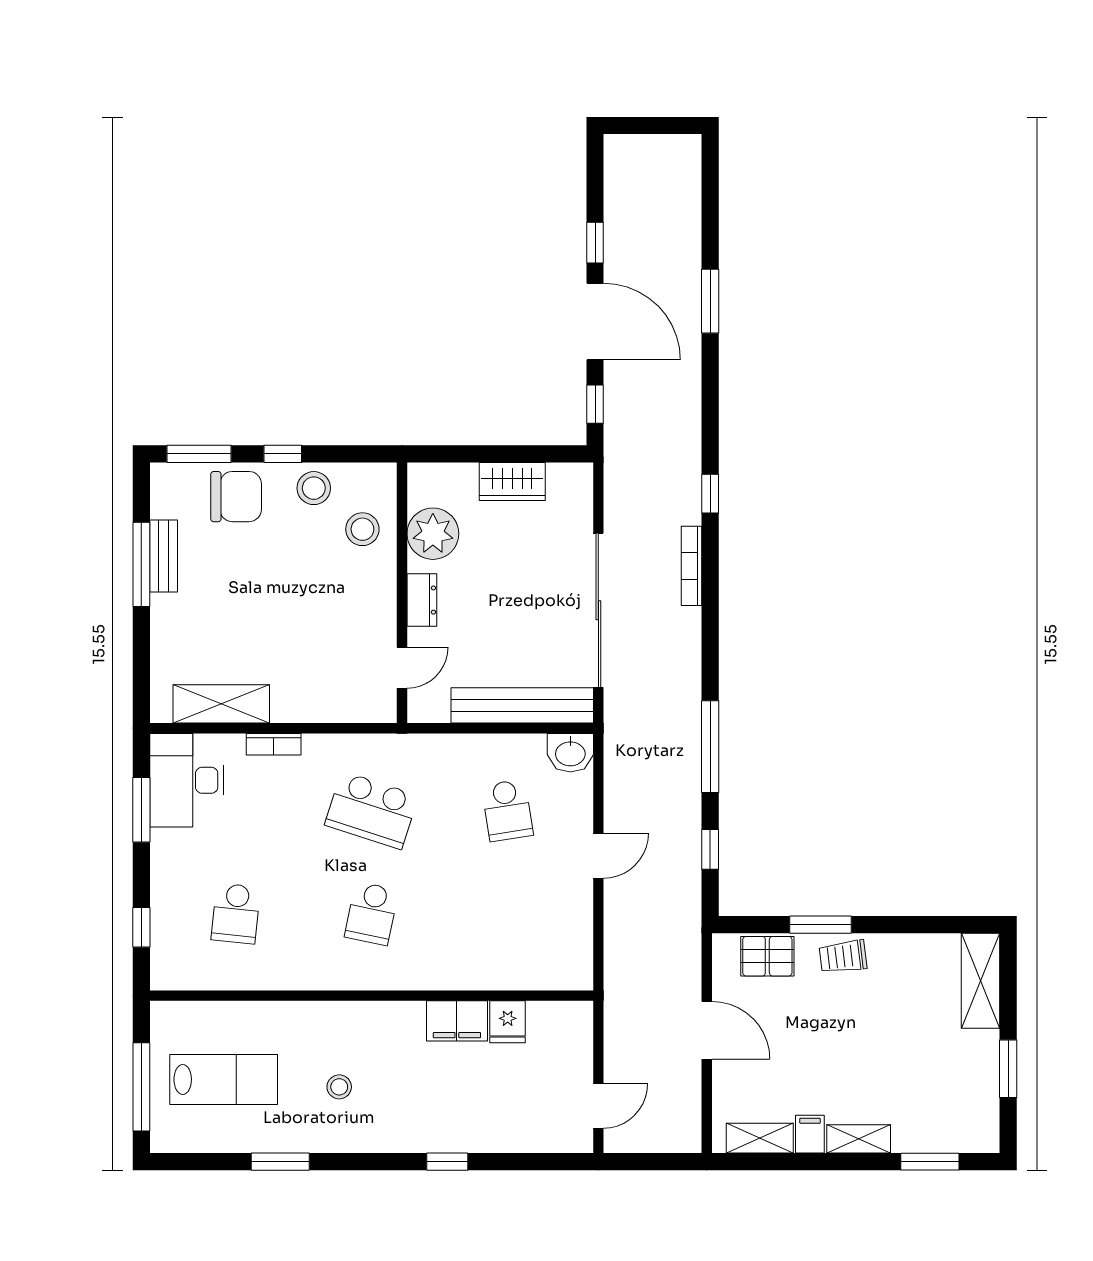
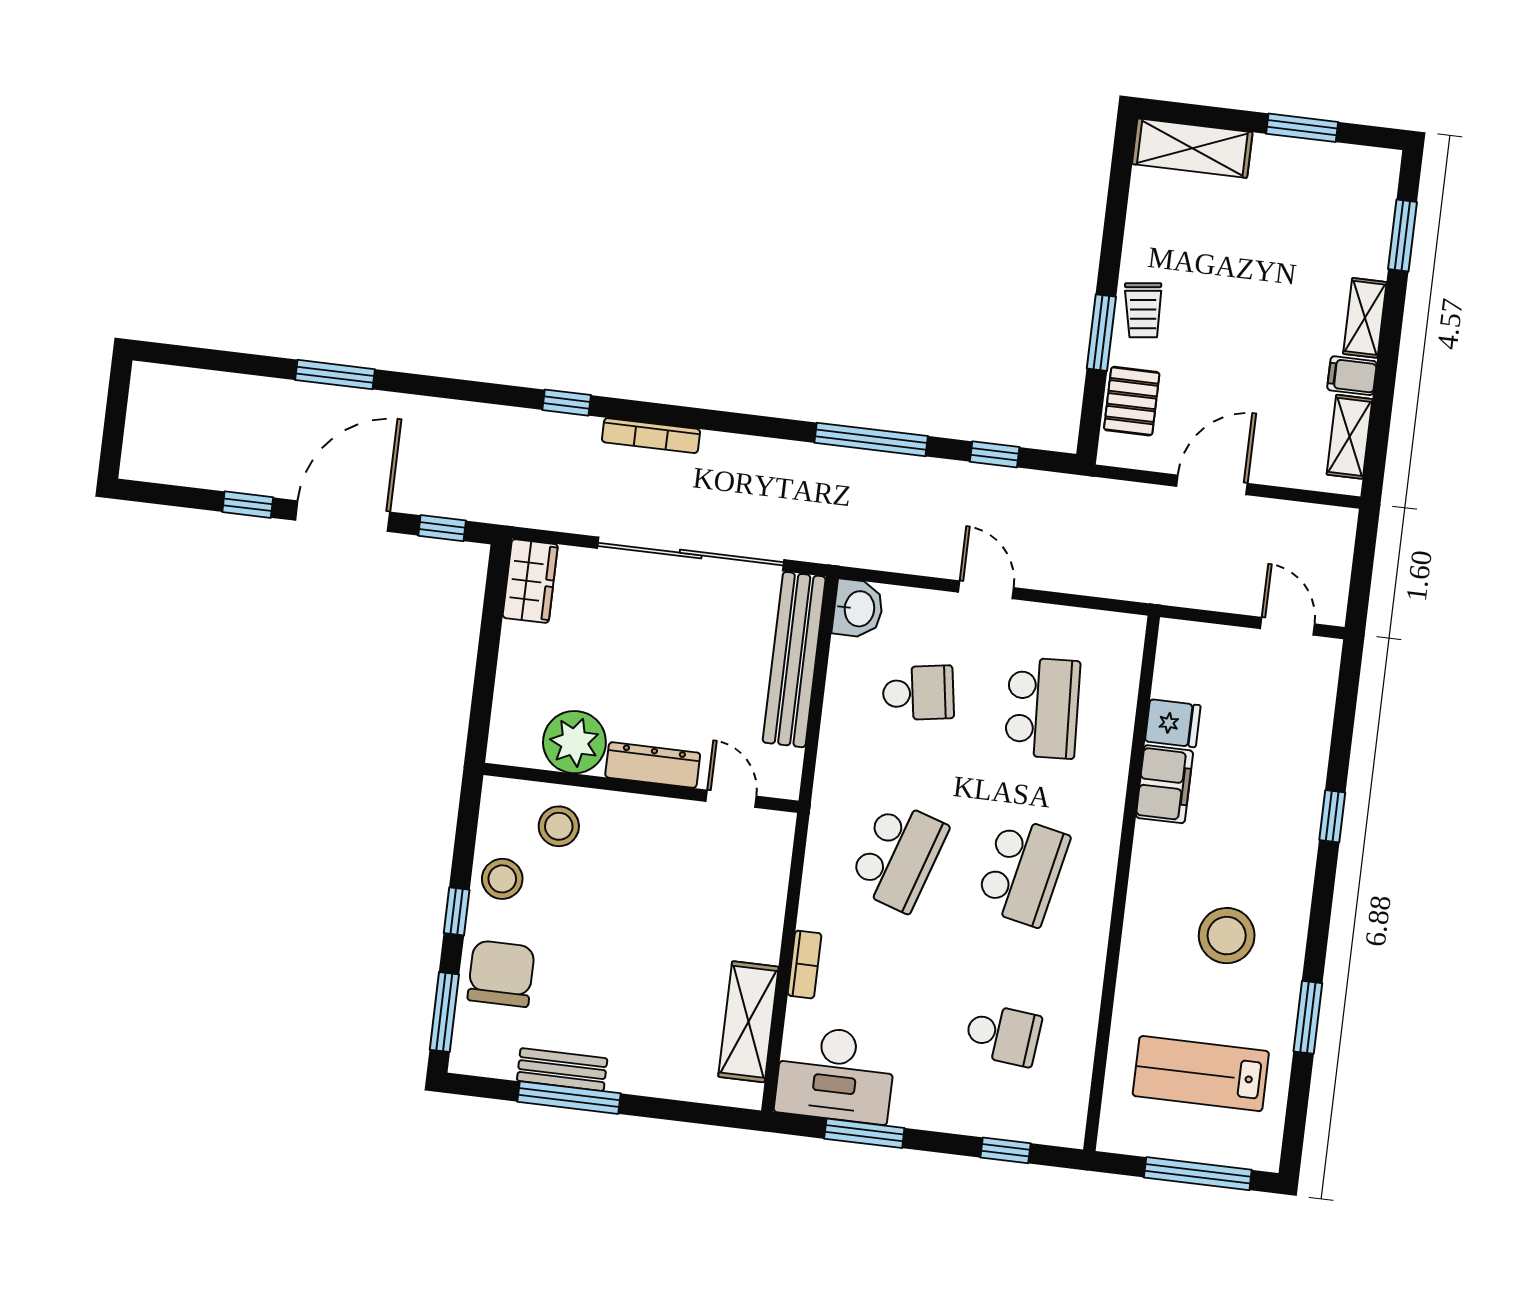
wardrobe: (512, 481) -> (530, 581), moved
dresser: (422, 600) -> (653, 765), width x1.44
school desk: (372, 914) -> (1023, 871), width x1.85
school desk: (507, 914) -> (1042, 708), added
lab bench: (224, 1079) -> (1201, 1074), turned -90
stool: (339, 1087) -> (1227, 936), width x1.89, depth x1.89

